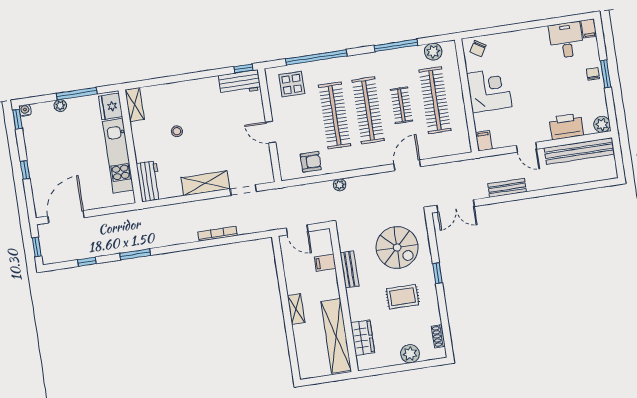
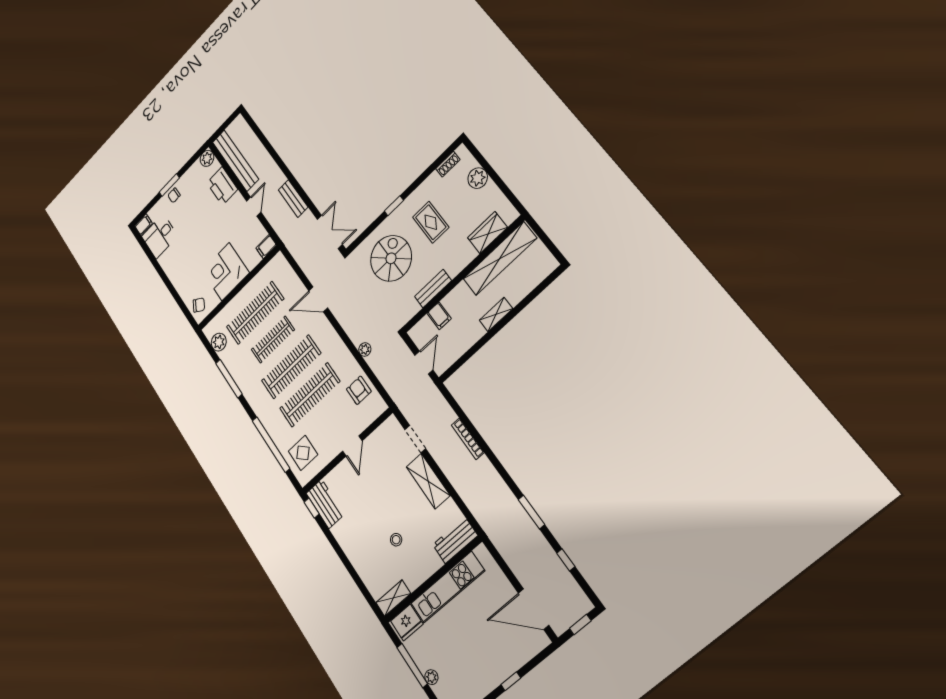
clothes rail: (401, 105) -> (273, 340), width x1.36

